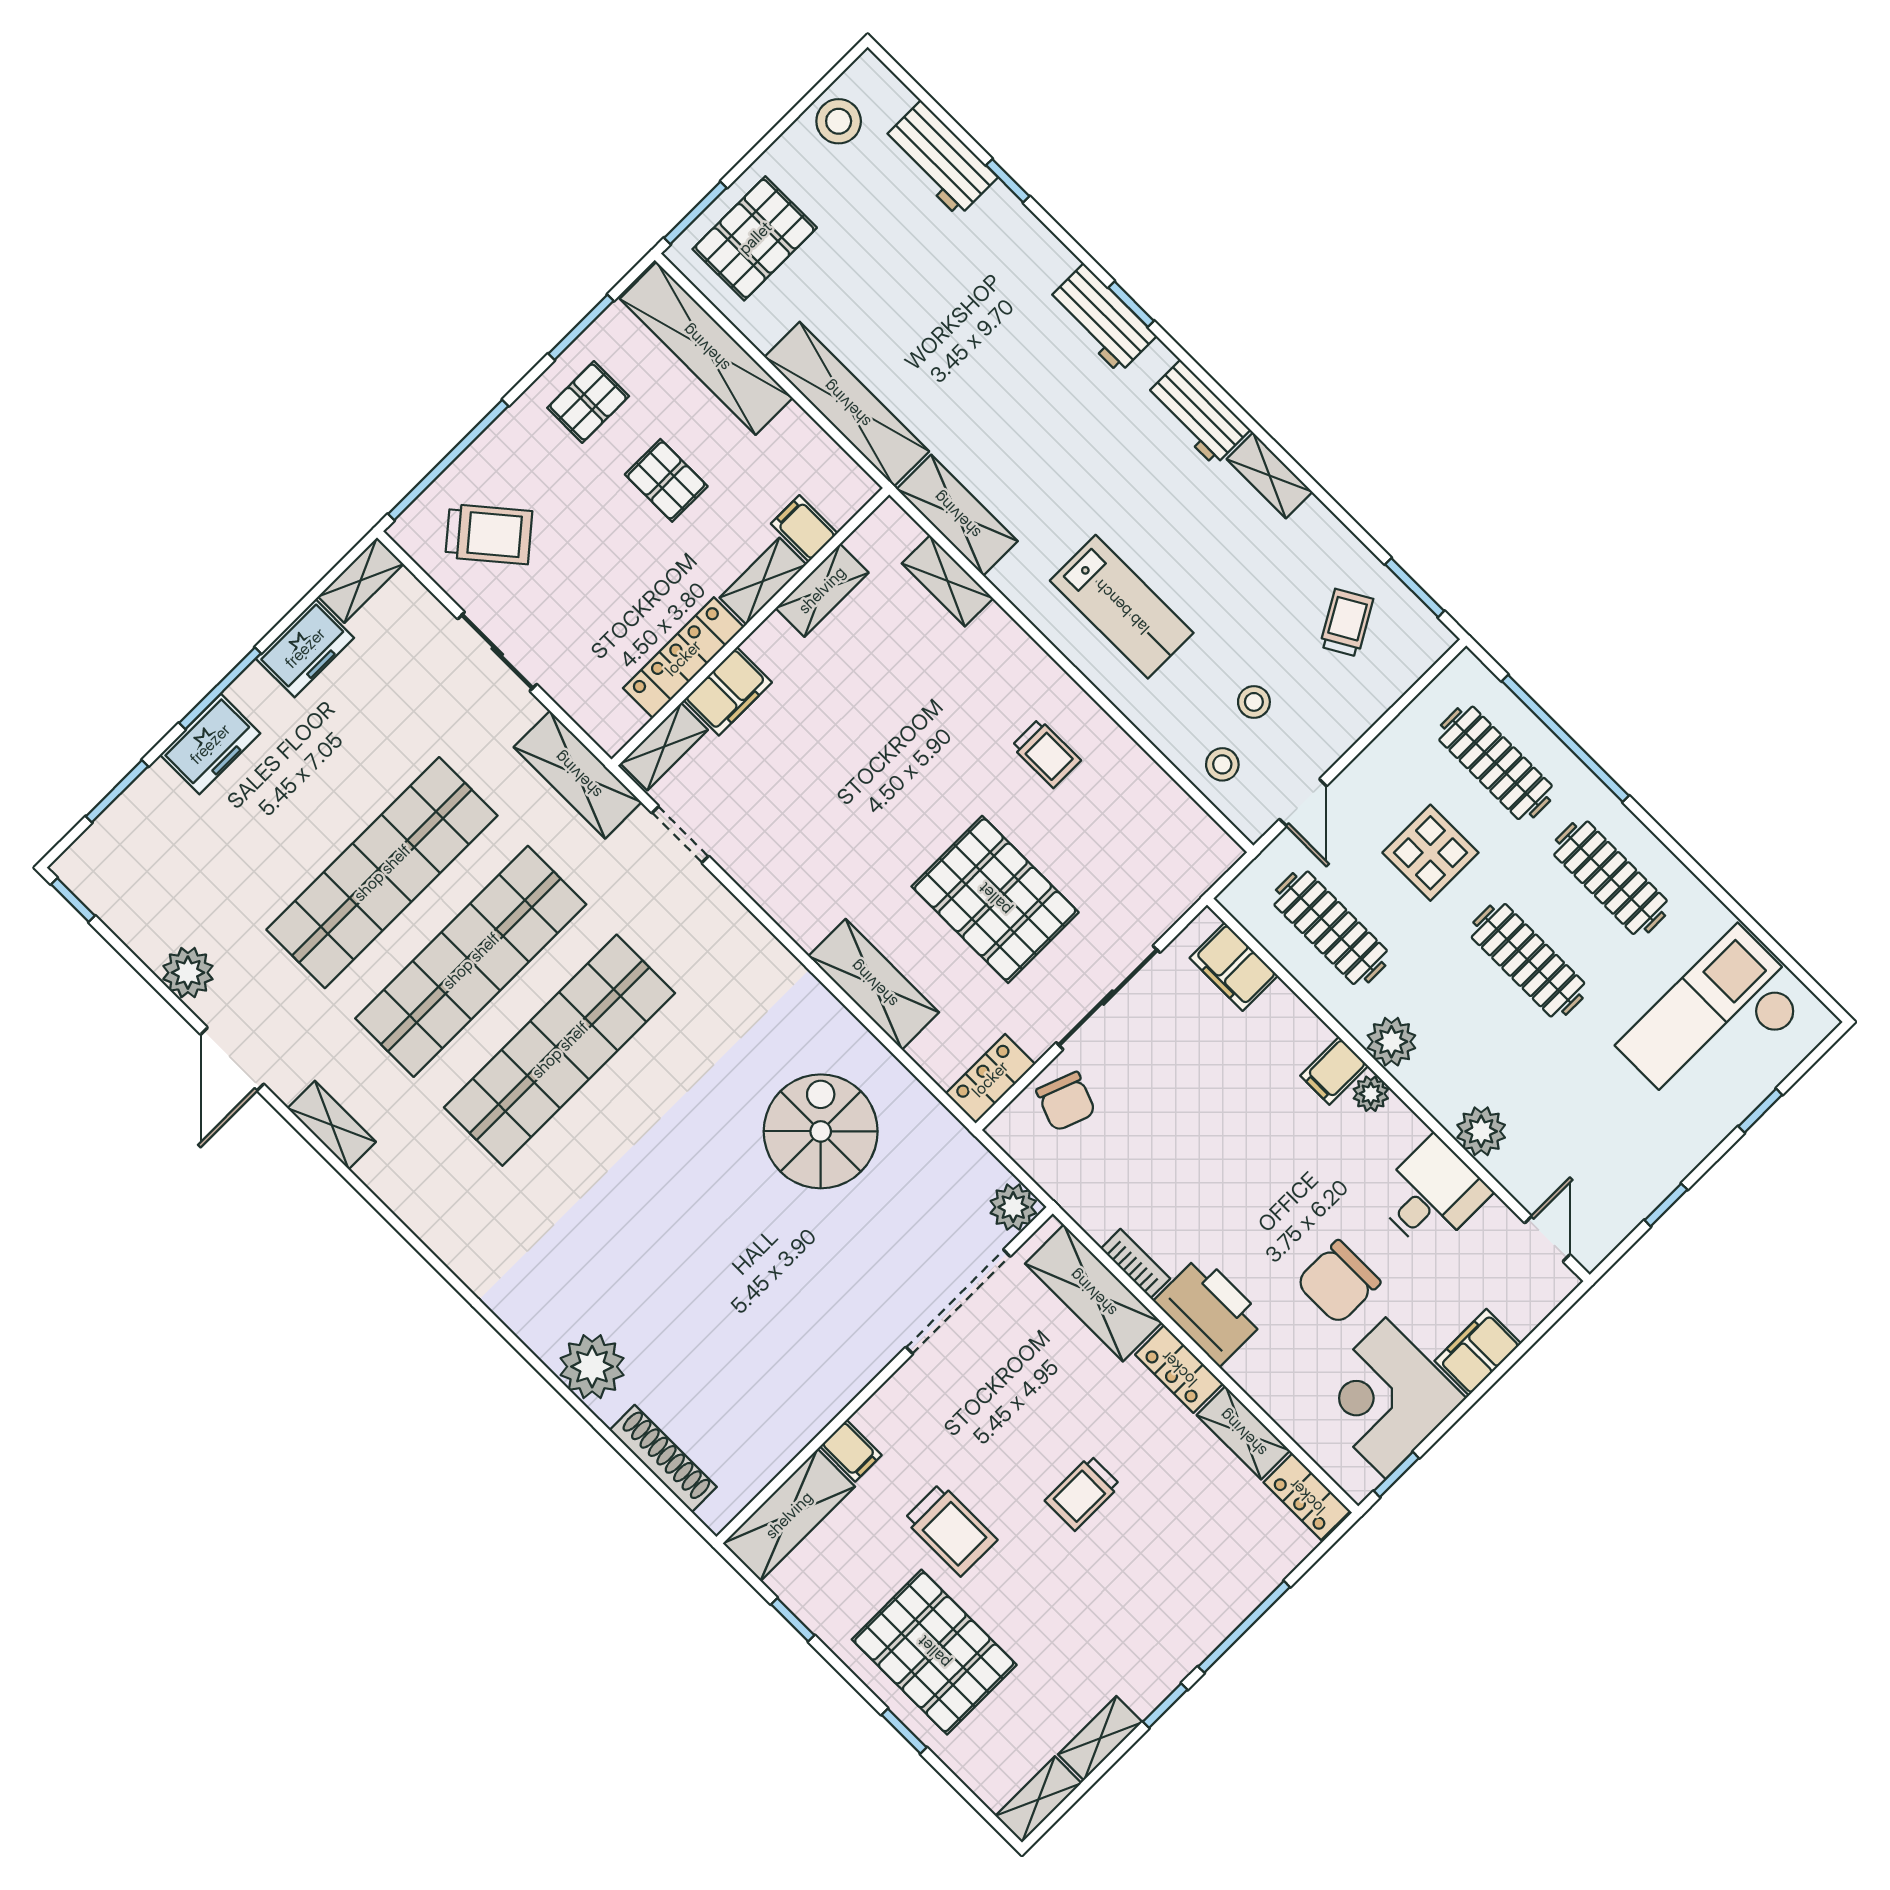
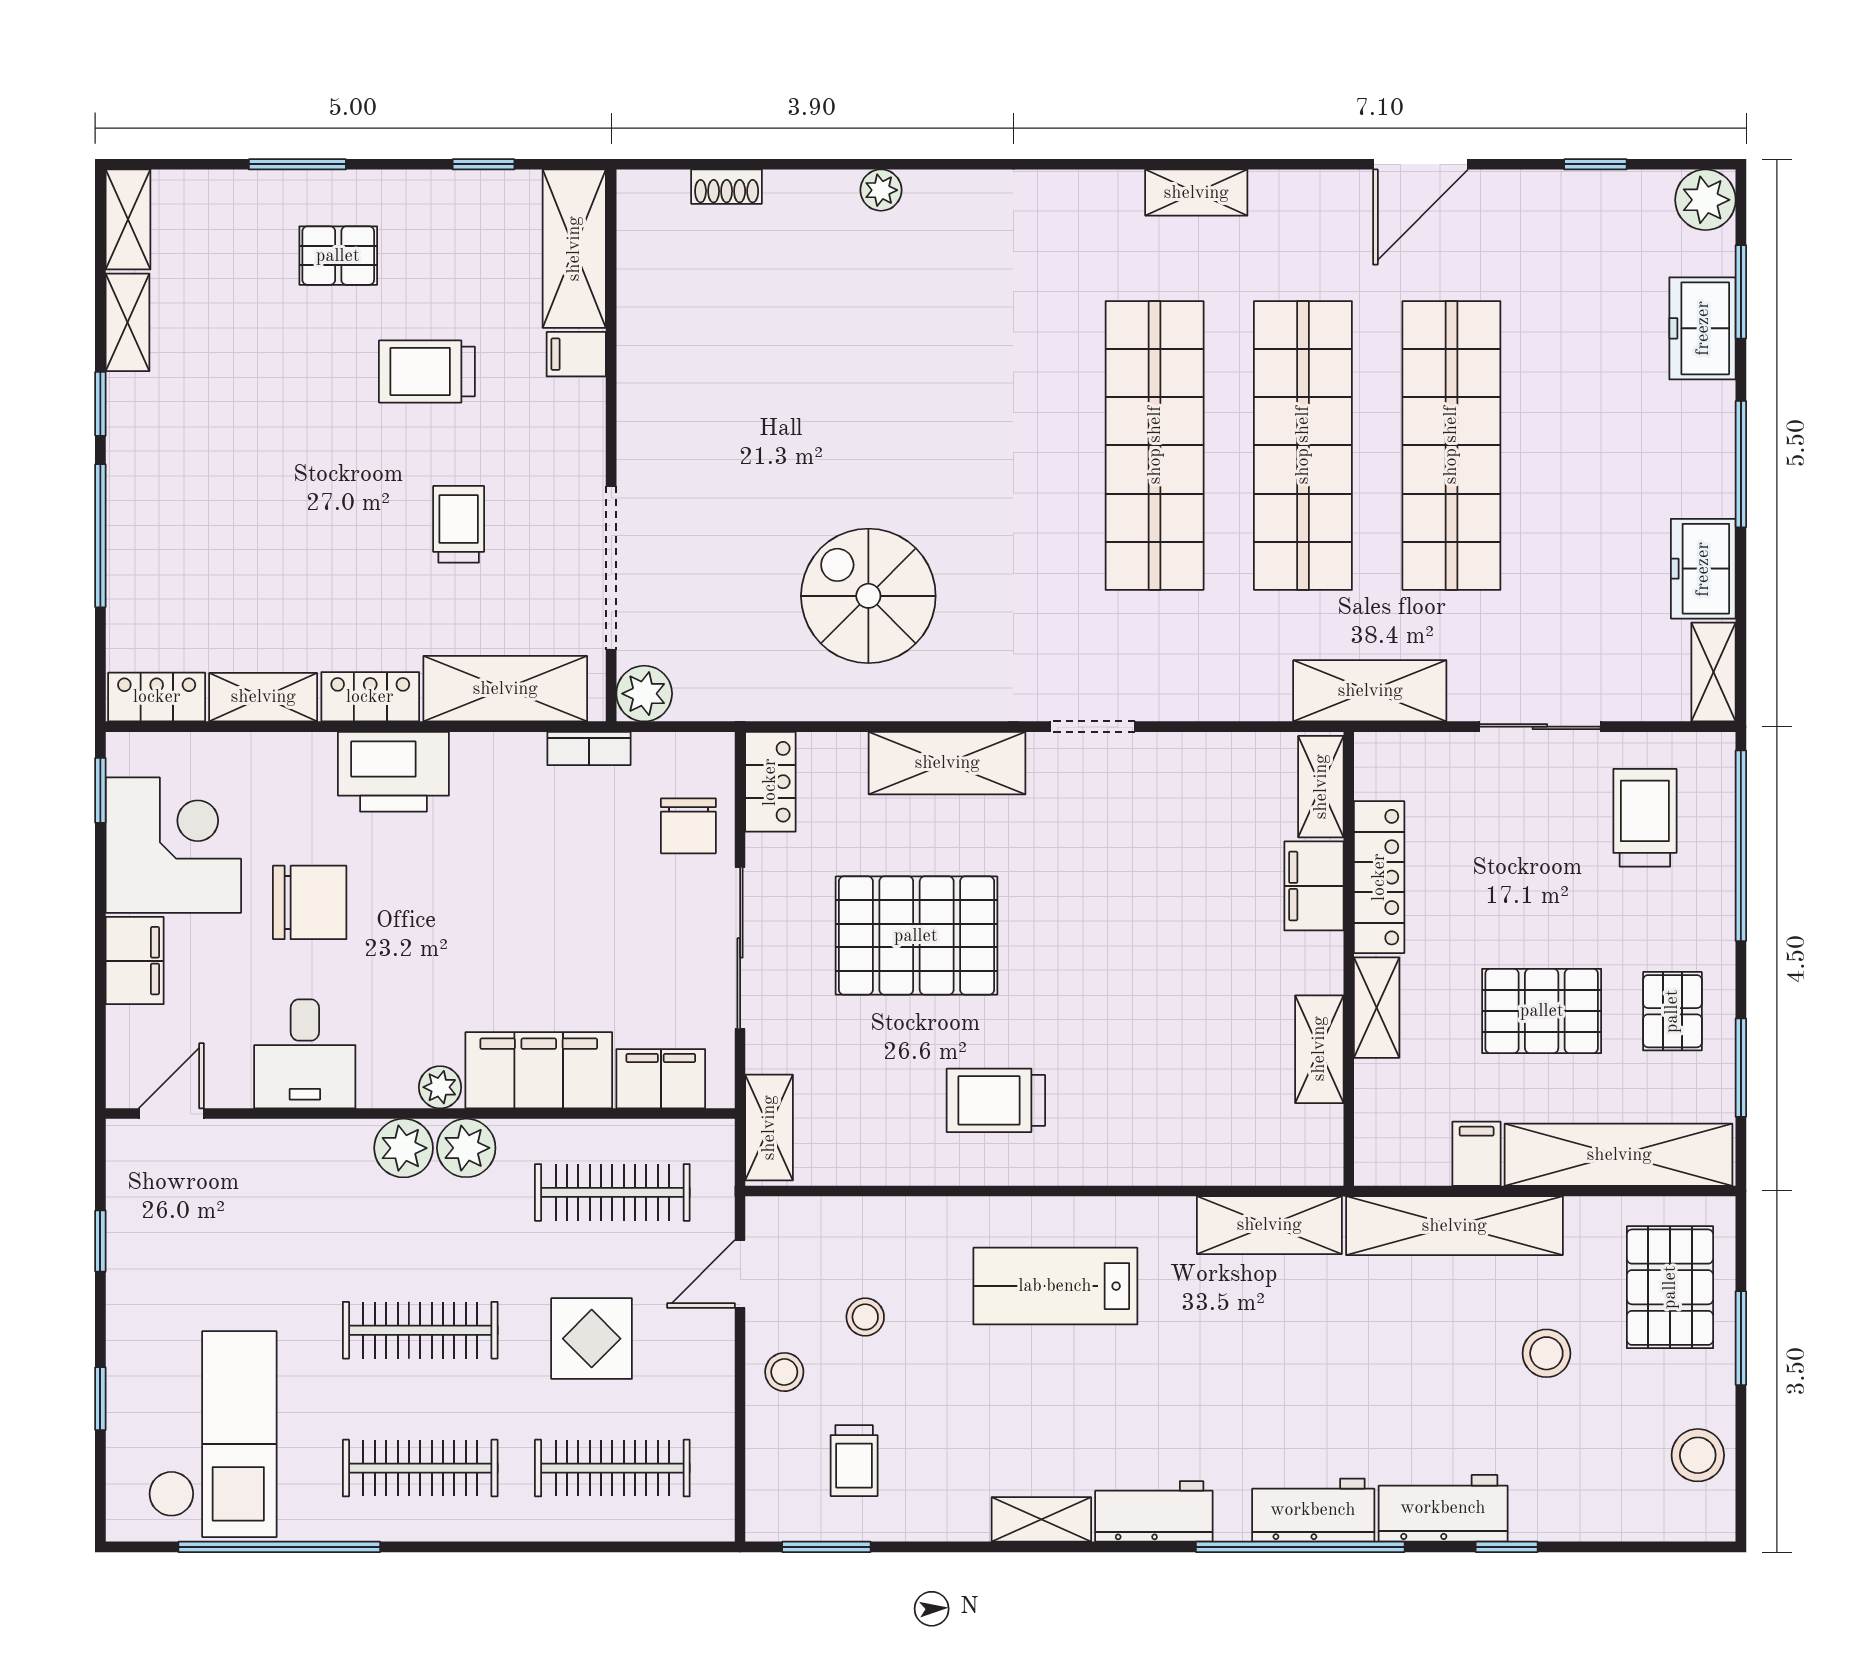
workbench: (940, 159) -> (1443, 1508), moved
window: (695, 213) -> (1741, 1338), moved
stool: (868, 273) -> (1546, 1353), added
window: (1131, 304) -> (1300, 1547), width x3.17
pallet: (666, 480) -> (1542, 1011), width x1.50, depth x1.42
filing cabinet: (804, 528) -> (1477, 1154), moved, turned -90
trolley: (489, 534) -> (1645, 818), turned 130
shelving: (947, 581) -> (769, 1128), moved, turned 90
trolley: (1346, 623) -> (854, 1461), turned 30
window: (1565, 738) -> (279, 1547), moved
freezer: (210, 744) -> (1703, 328), moved
trolley: (1046, 753) -> (996, 1100), width x1.36, depth x1.39
stool: (1222, 764) -> (784, 1372), moved
door: (1303, 803) -> (740, 1274), hinge flipped
doorway: (680, 835) -> (1093, 727), moved
window: (73, 900) -> (1595, 164), moved
plant: (188, 973) -> (1705, 200), moved
door: (232, 1059) -> (1421, 164), swing flipped
filing cabinet: (1334, 1071) -> (539, 1070), width x3.00, depth x1.17
chair: (1066, 1101) -> (688, 826), turned -111
shelving: (332, 1125) -> (1196, 193), moved
spiral stairs: (821, 1131) -> (868, 596), turned 180
plant: (1481, 1131) -> (404, 1148), moved
door: (1547, 1239) -> (171, 1114), swing flipped
bookcase: (1135, 1264) -> (589, 748), moved
chair: (1338, 1282) -> (310, 902), turned 90
plant: (592, 1367) -> (881, 190), width x0.53, depth x0.53
shoe rack: (663, 1459) -> (727, 187), width x0.51, depth x0.81
trolley: (1083, 1493) -> (459, 524), moved
pallet: (934, 1652) -> (338, 256), width x0.49, depth x0.50
window: (904, 1731) -> (297, 164), width x1.50

